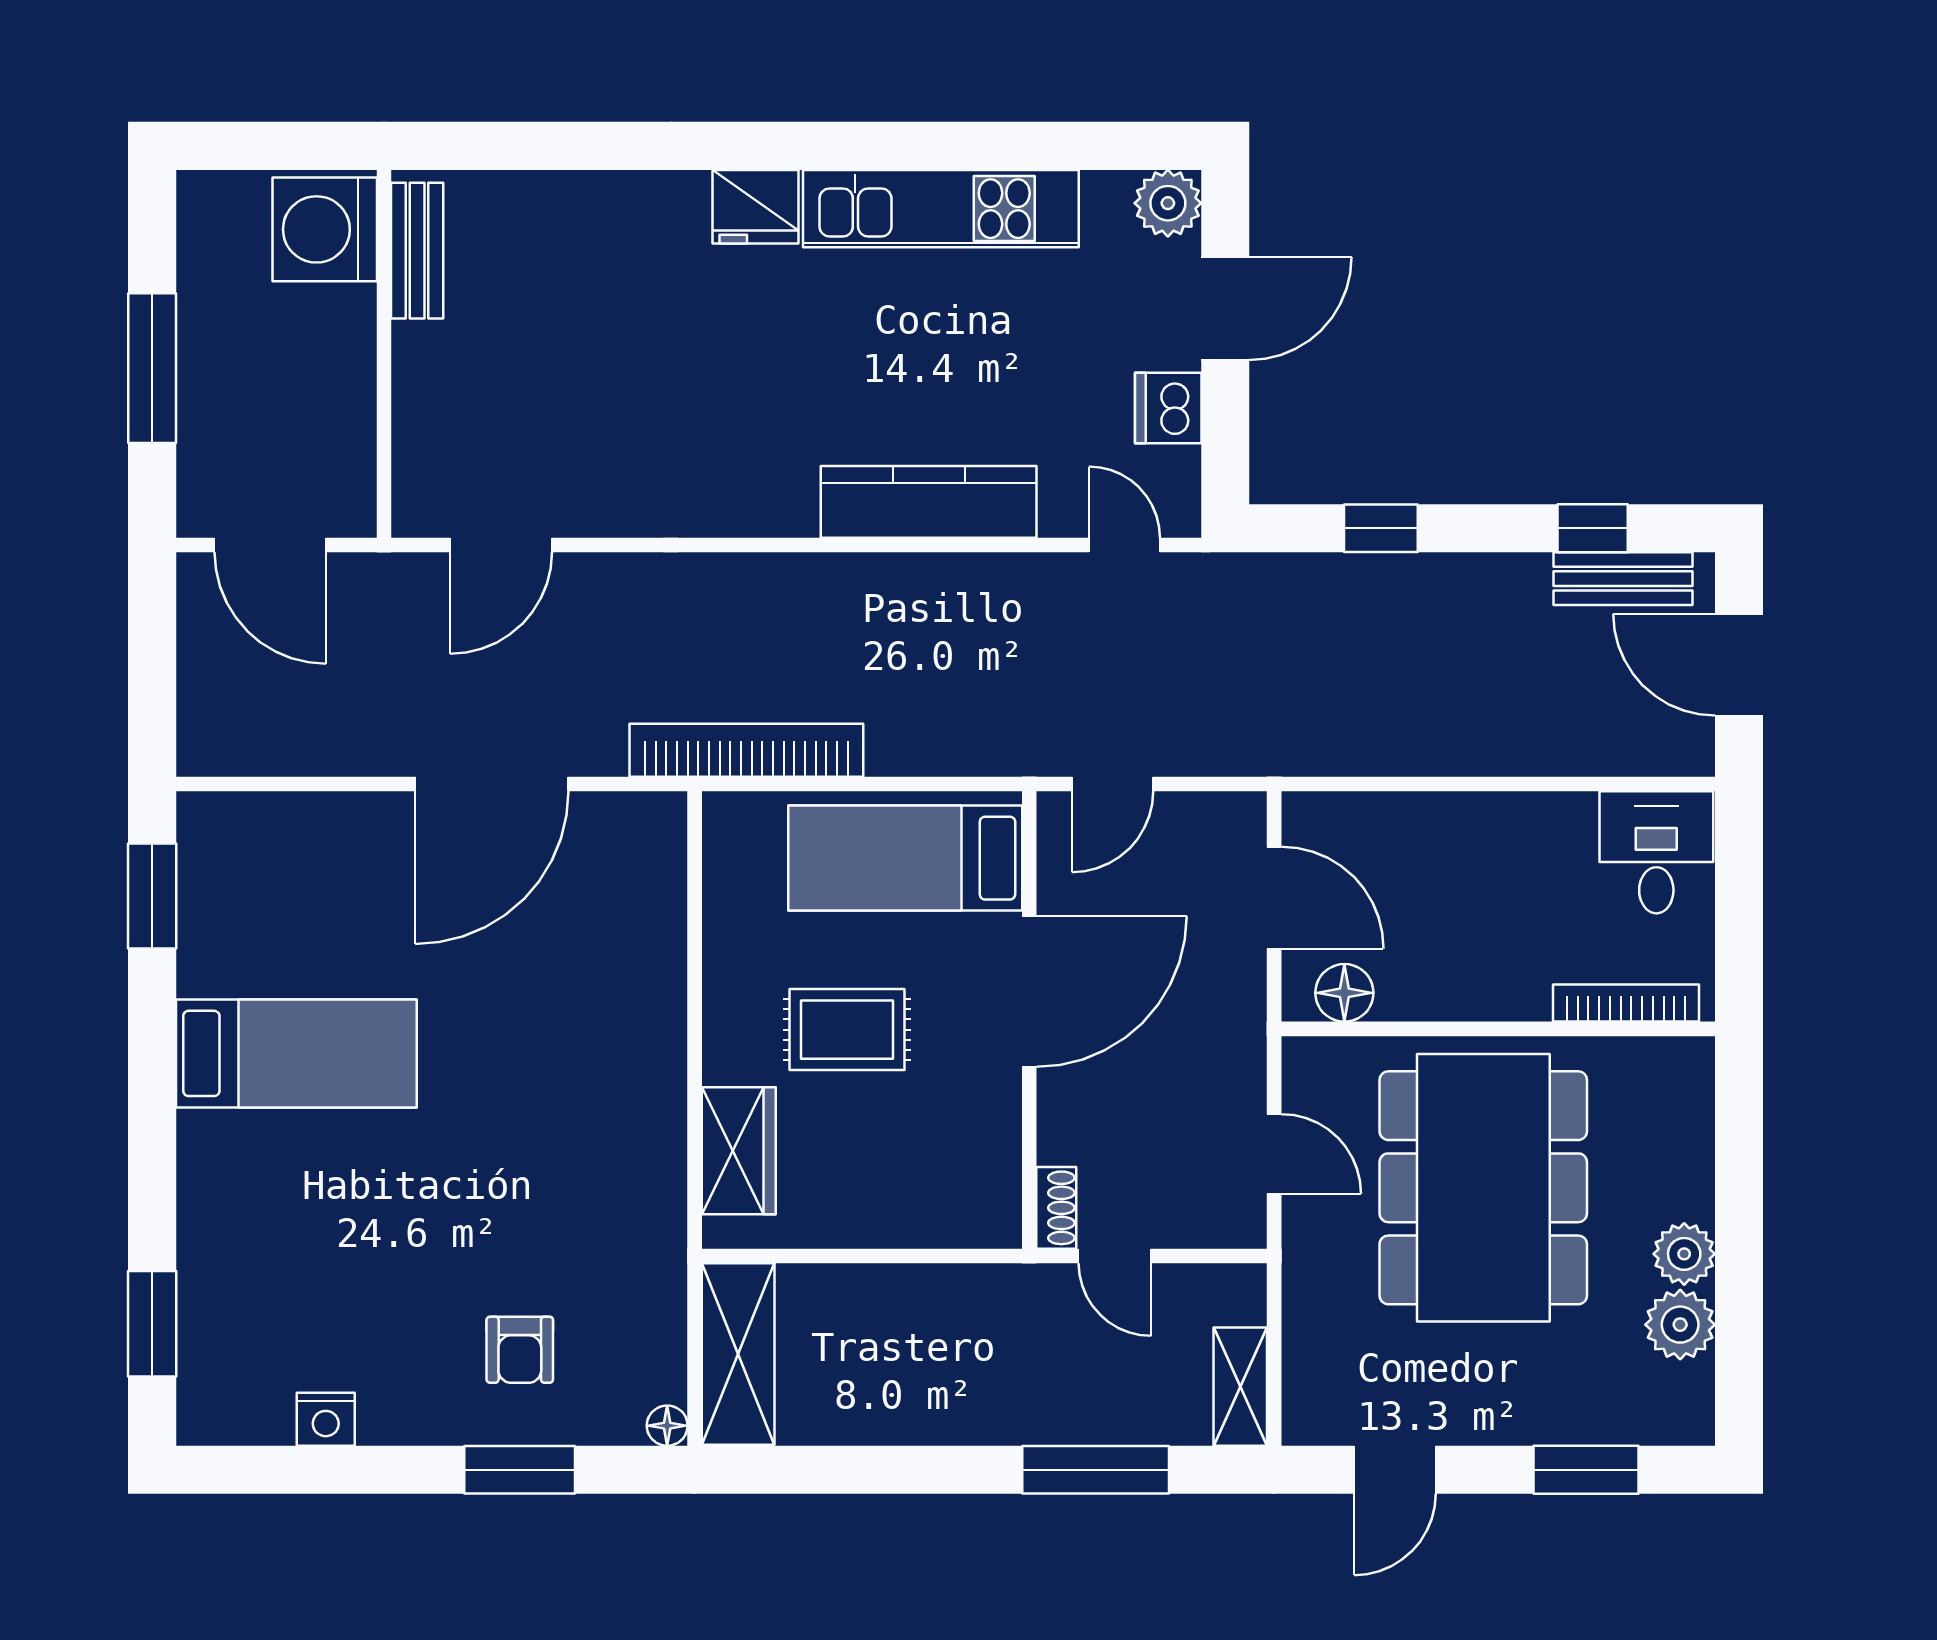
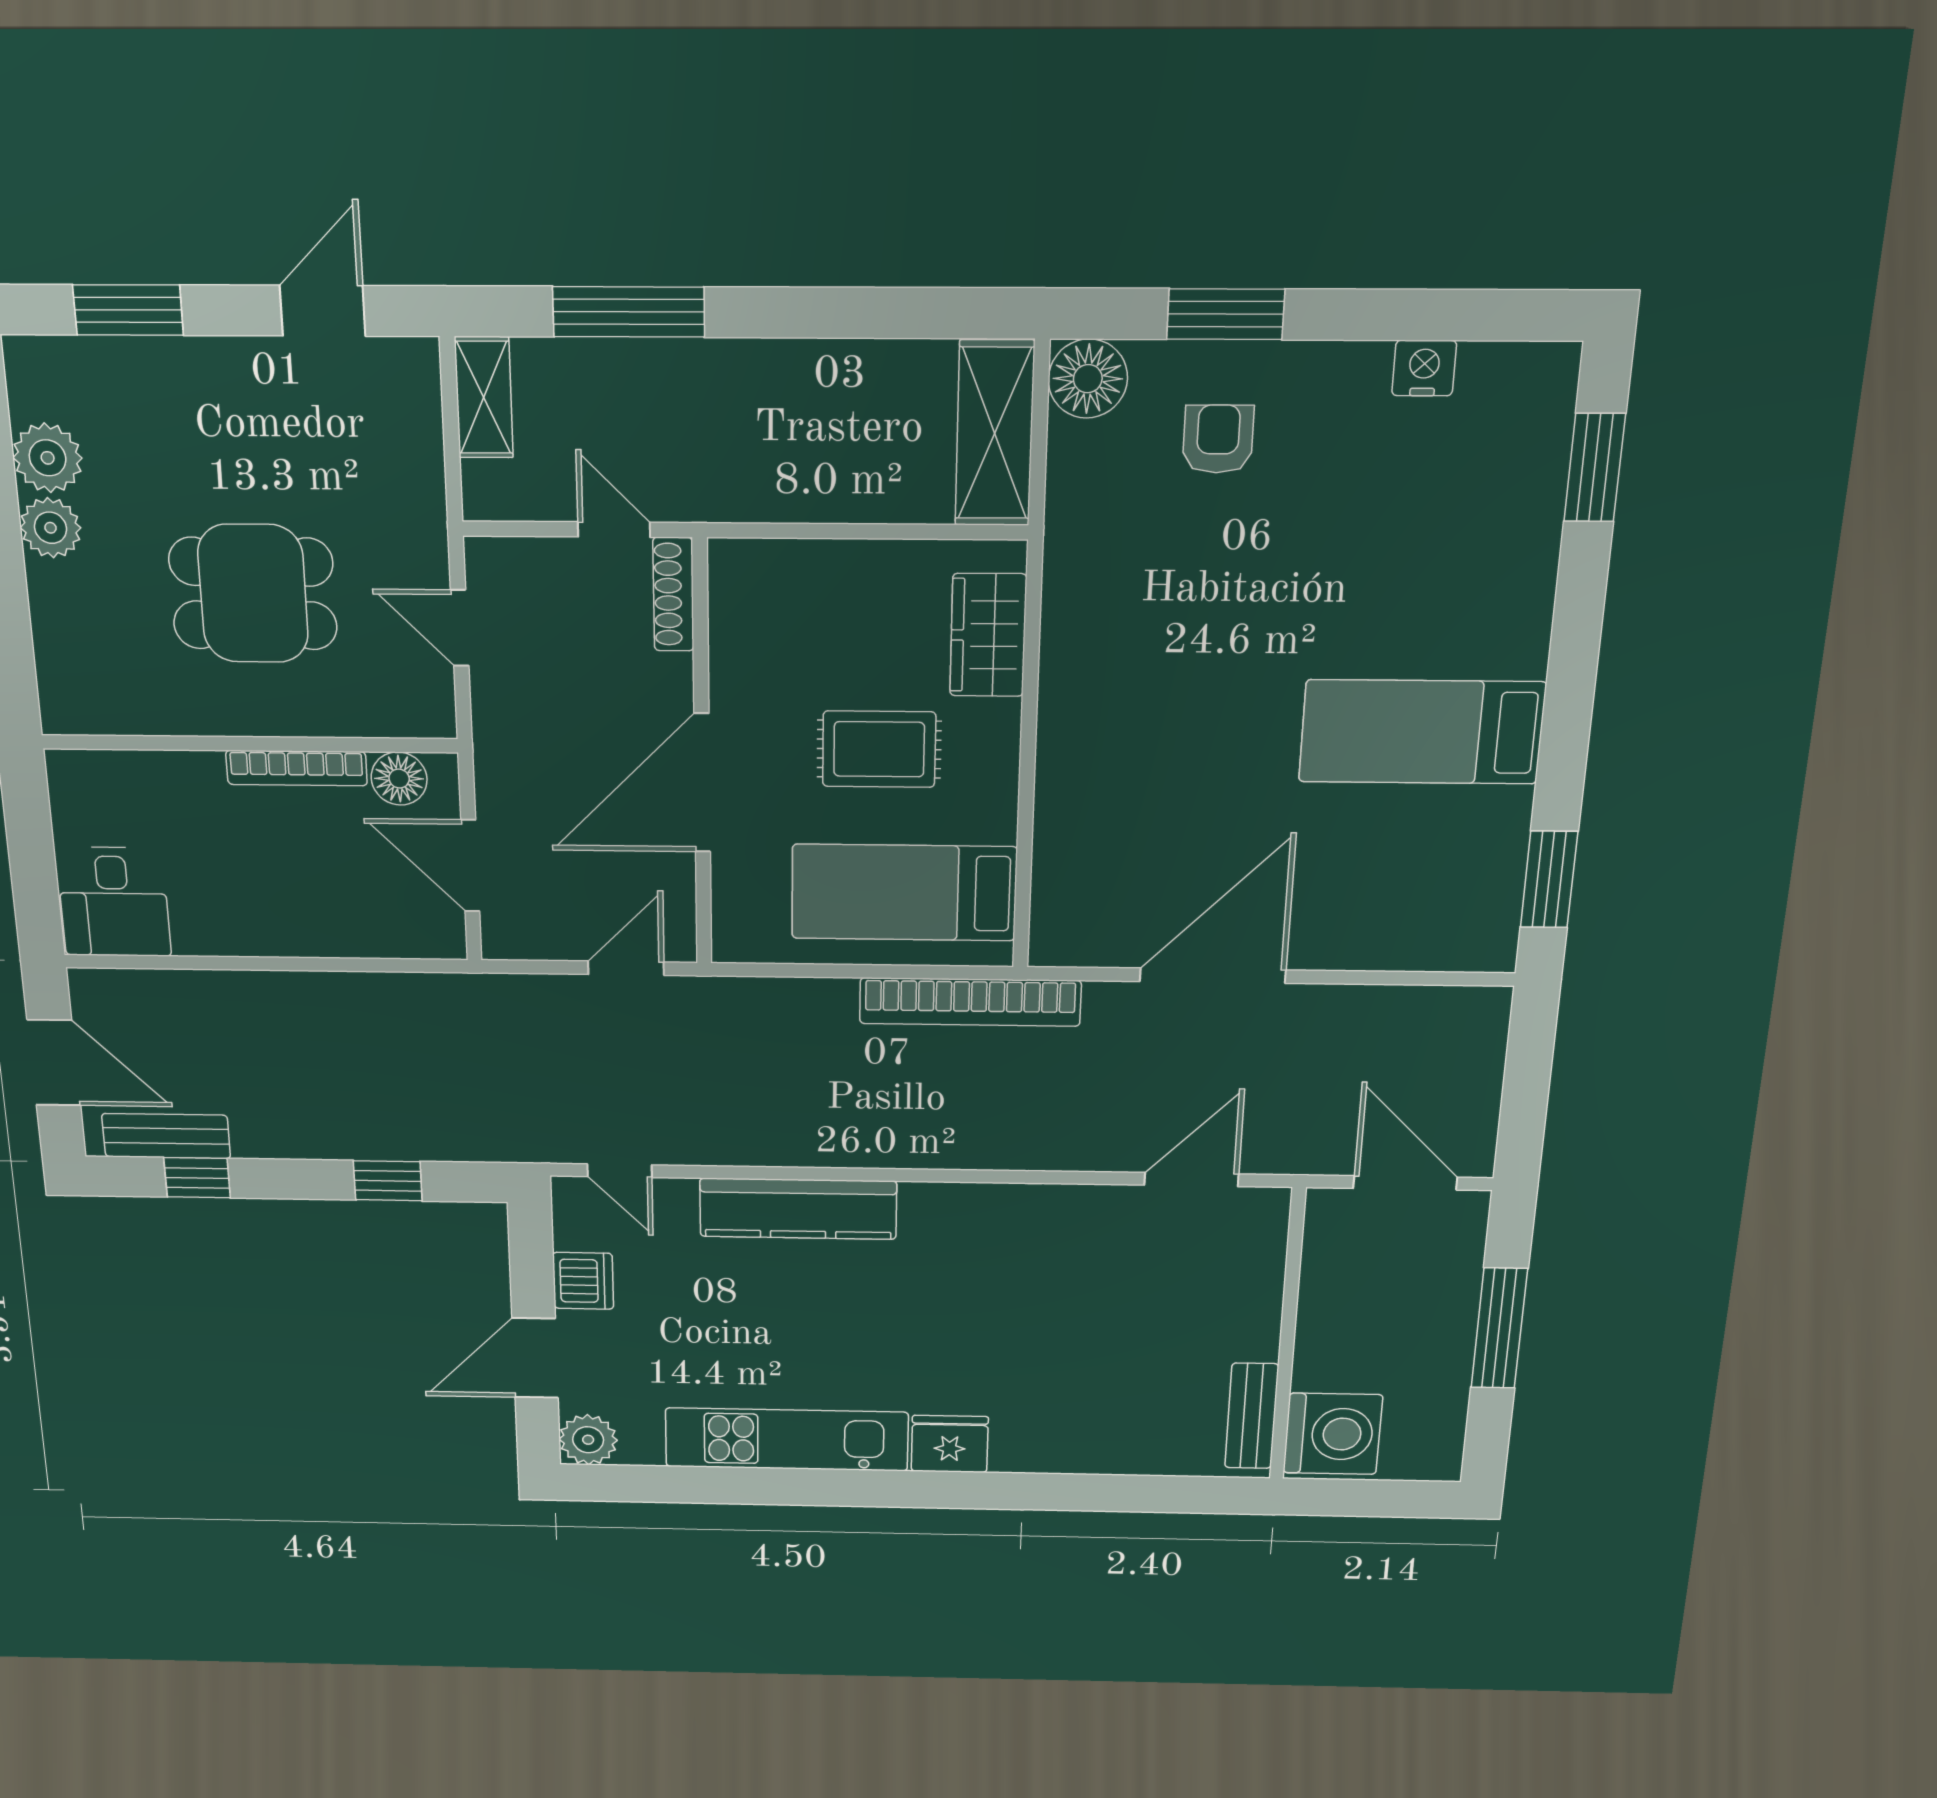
bed: (905, 858) -> (904, 893), moved, turned 180
bookcase: (1626, 1003) -> (297, 768), moved
dining table: (1483, 1188) -> (253, 594), width x0.53, depth x0.80
shoe rack: (1056, 1208) -> (673, 594), width x1.43
floor lamp: (667, 1426) -> (1088, 379), width x1.89, depth x1.89

